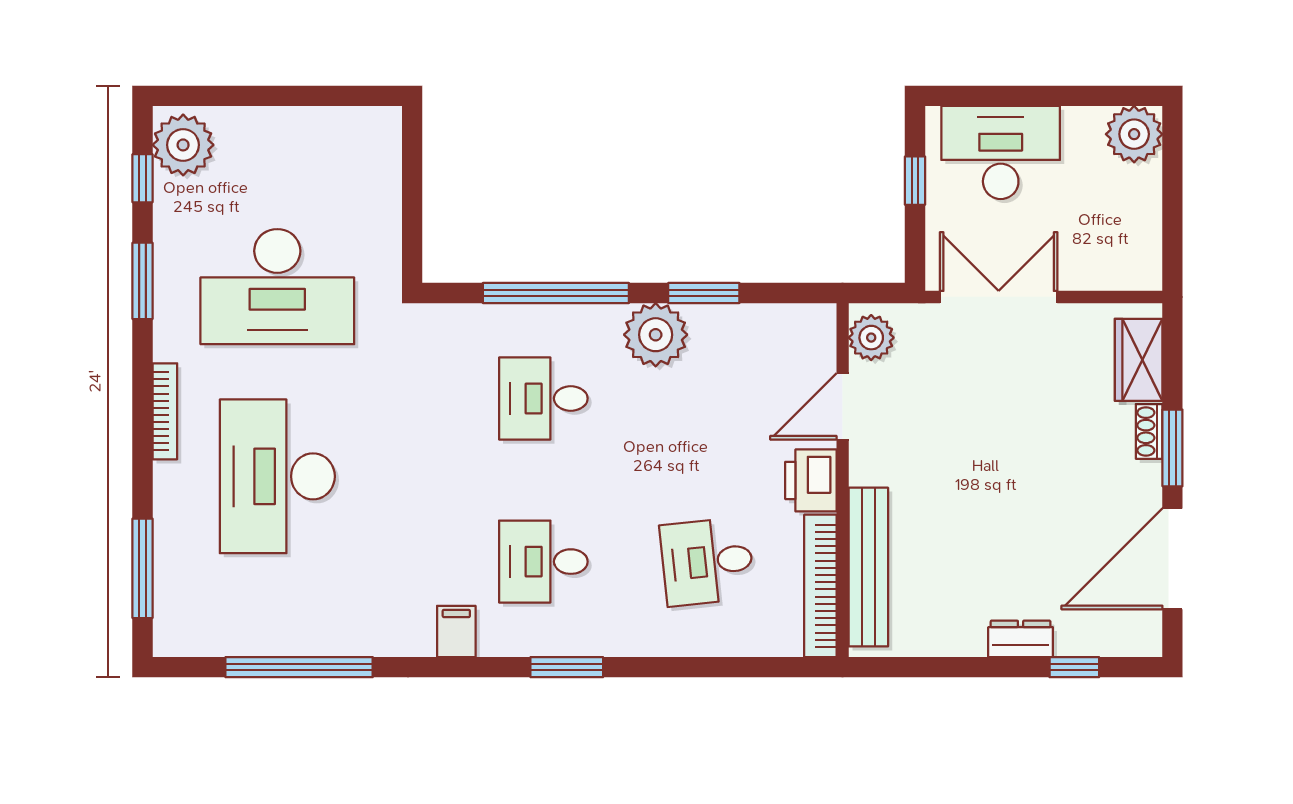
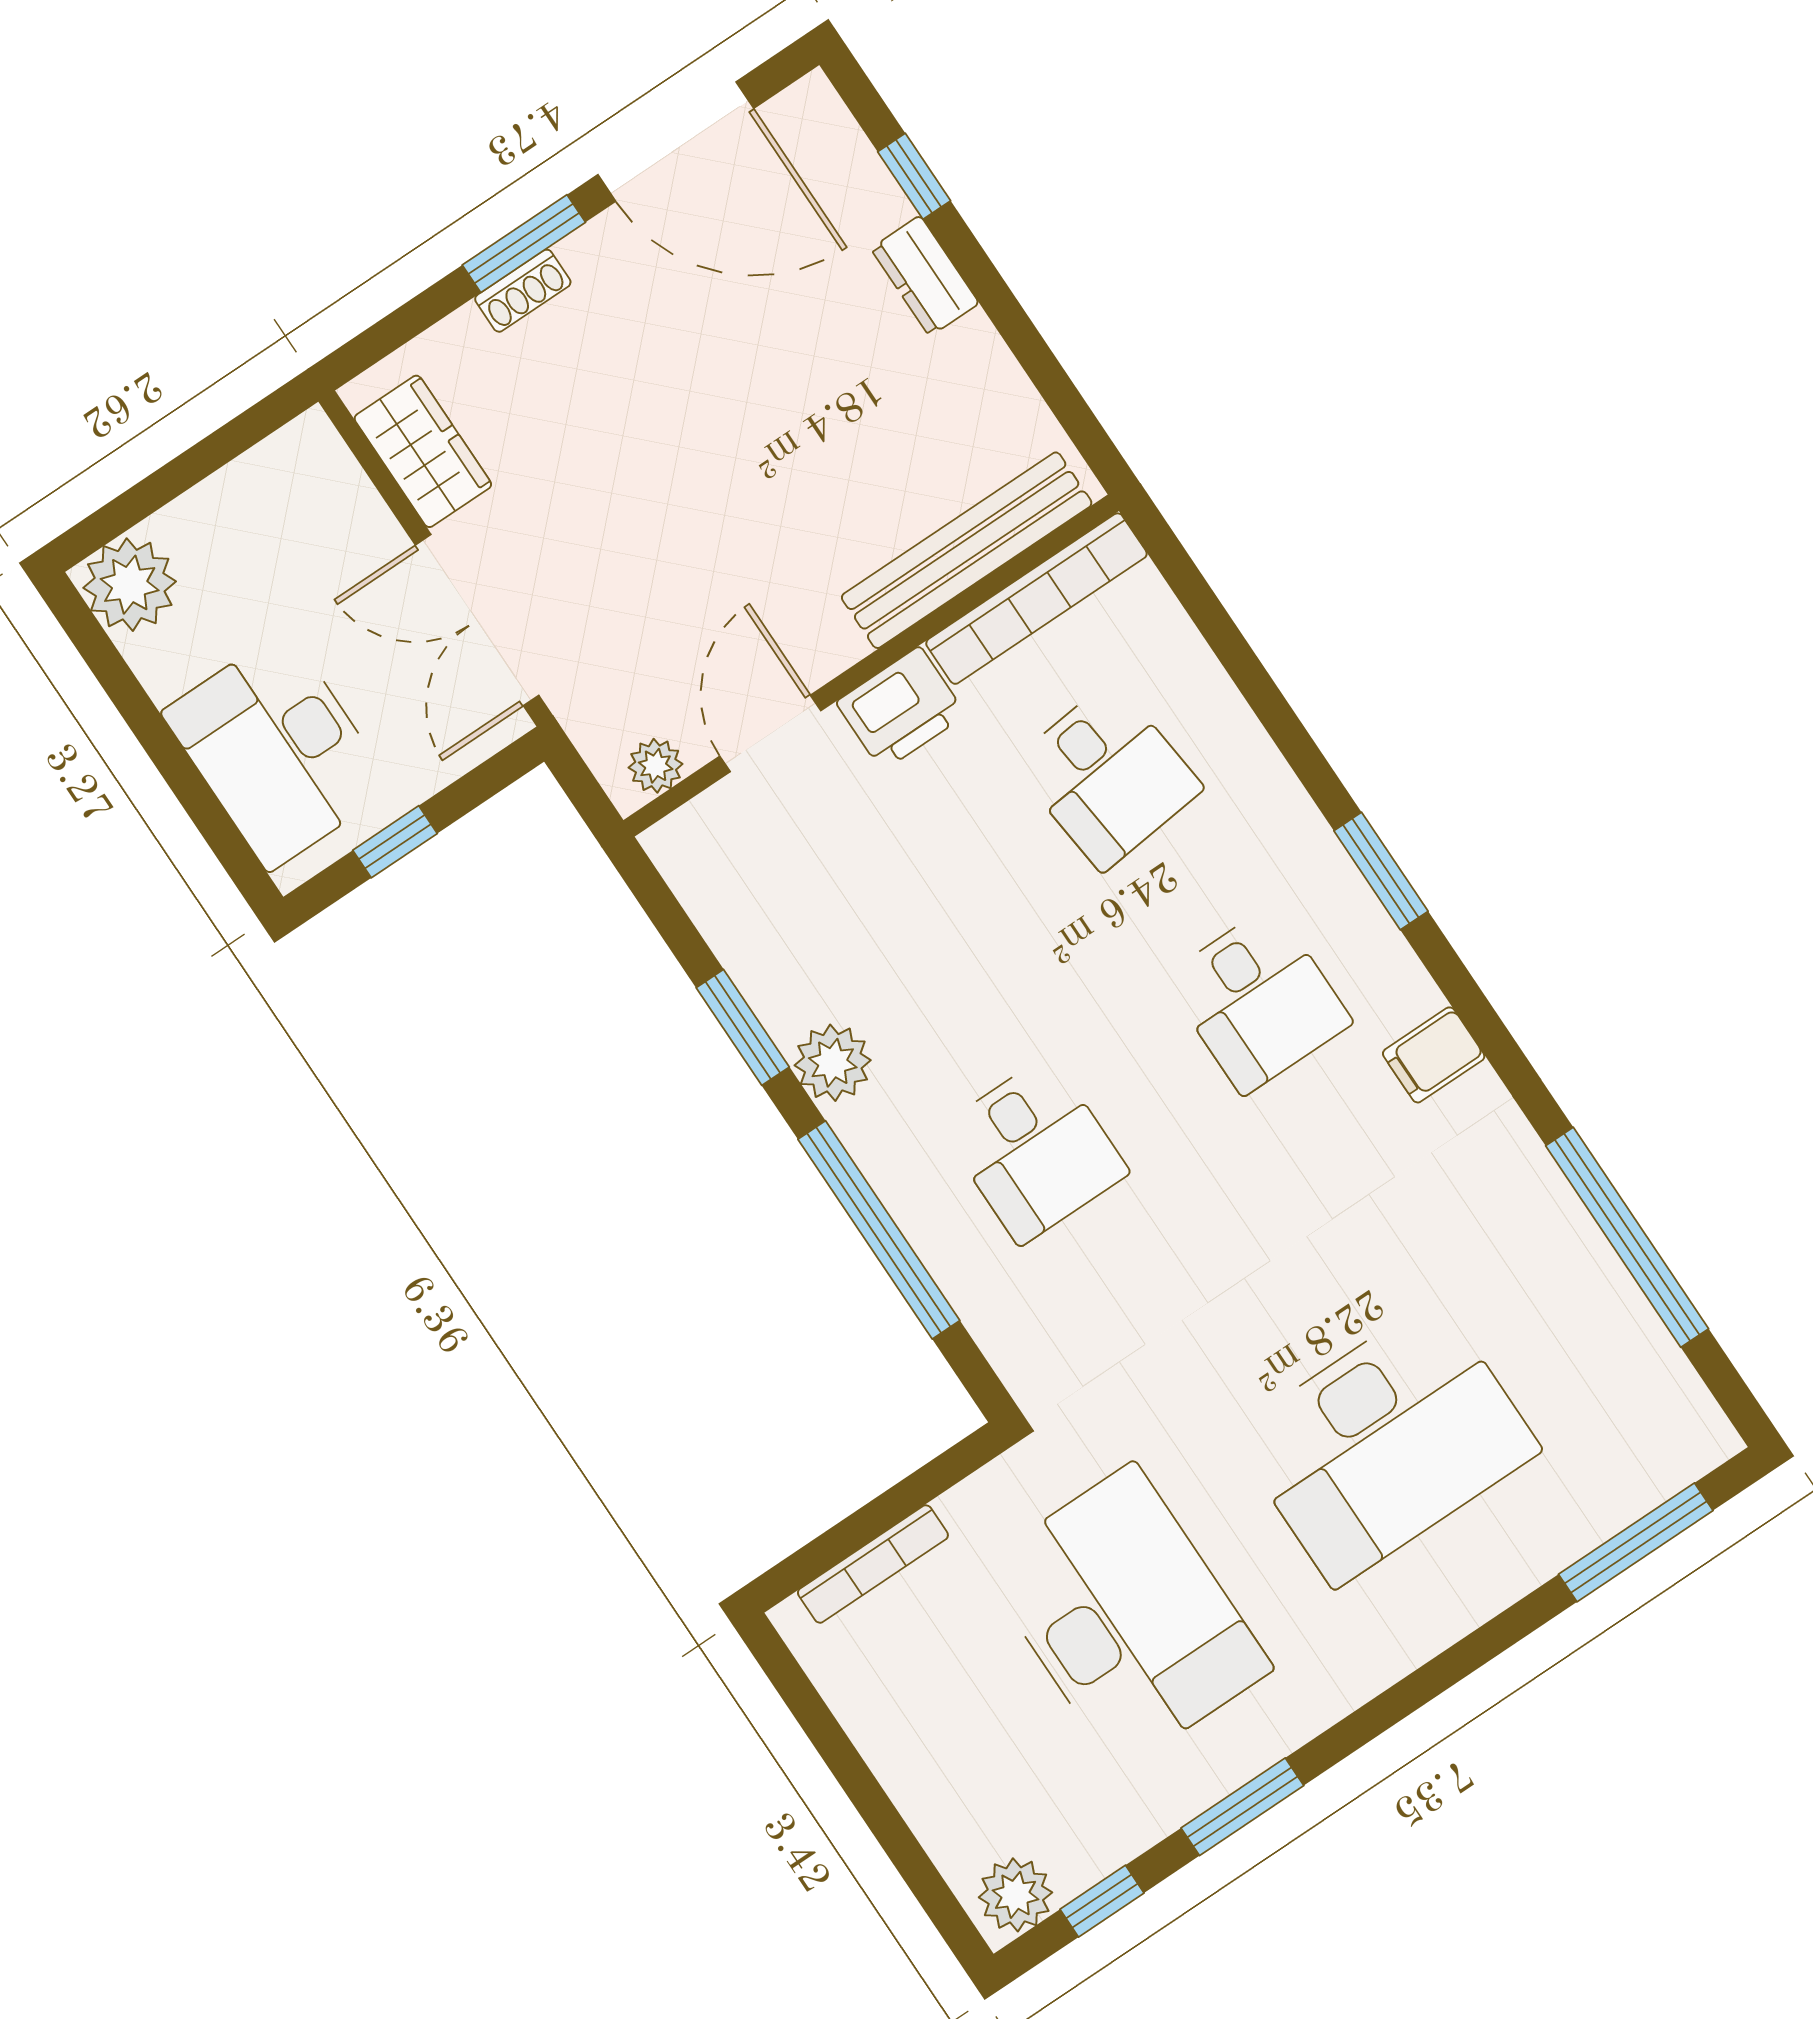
plant: (183, 145) -> (1015, 1895), width x0.73, depth x0.73
plant: (656, 335) -> (833, 1063), width x0.73, depth x0.73
plant: (871, 338) -> (656, 766), width x0.73, depth x0.73
wardrobe: (1139, 360) -> (423, 451), moved, turned -90
door: (843, 406) -> (770, 733), swing flipped
bookcase: (165, 411) -> (873, 1564), moved, turned 180

